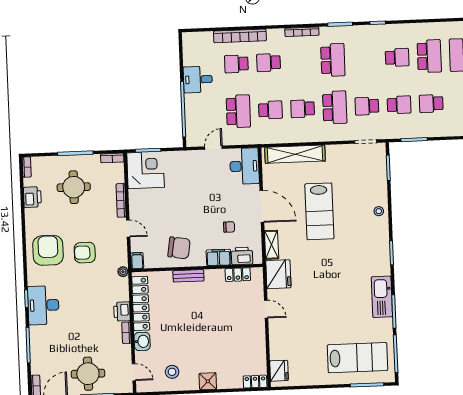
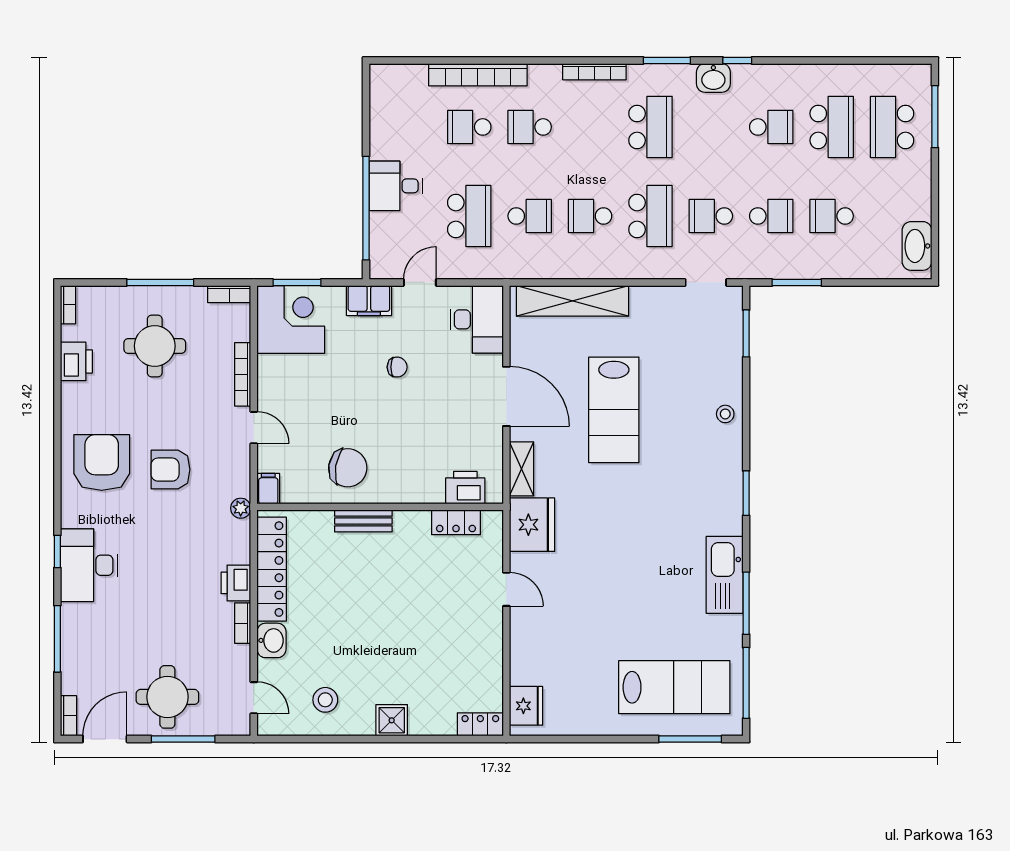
washbasin: (365, 33) -> (713, 78), added
desk: (198, 80) -> (396, 186), moved
chair: (229, 227) -> (397, 367), moved
filing cabinet: (219, 257) -> (369, 301), moved, turned 180

